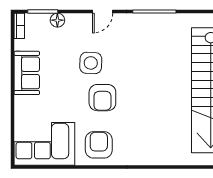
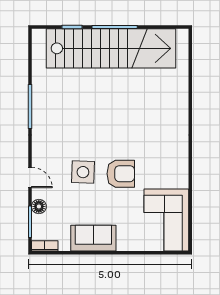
door: (103, 12) -> (30, 178), moved
armchair: (102, 98) -> (121, 174), moved
armchair: (99, 145) -> (168, 164), removed

